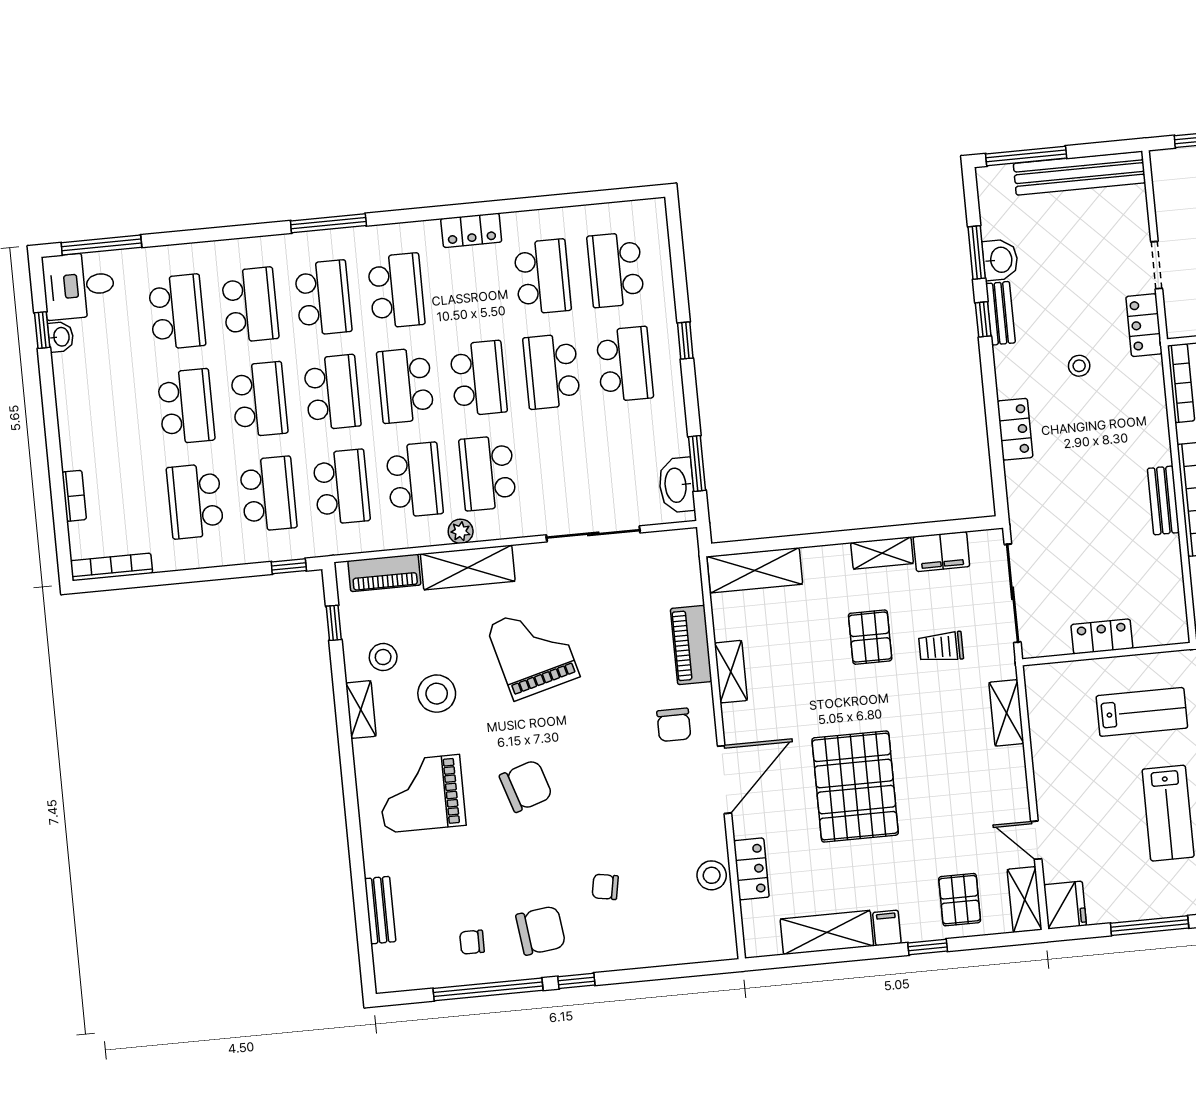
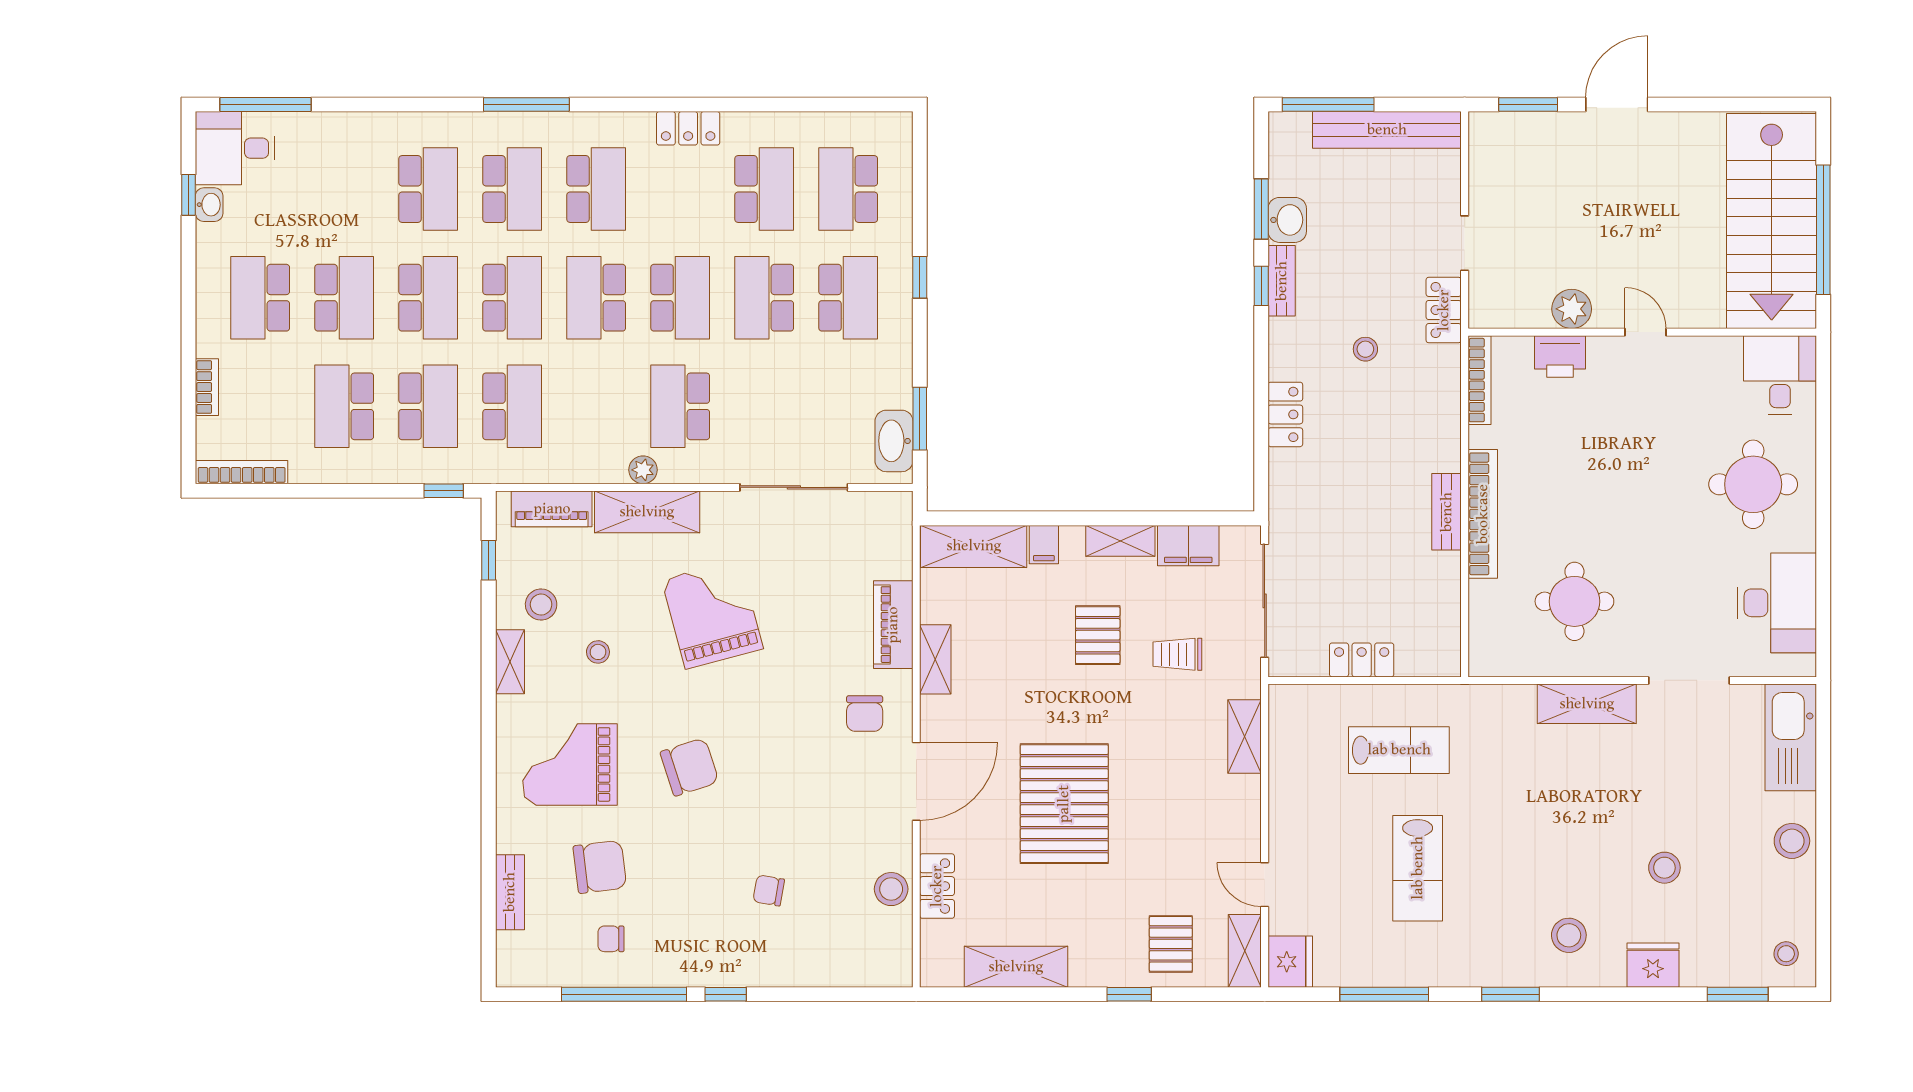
school desk: (177, 312) -> (260, 298), moved, turned 180
school desk: (414, 480) -> (596, 406), removed
stool: (437, 694) -> (598, 652), width x0.53, depth x0.53
filing cabinet: (887, 928) -> (1044, 545), moved, turned 180
chair: (541, 931) -> (600, 867), moved

